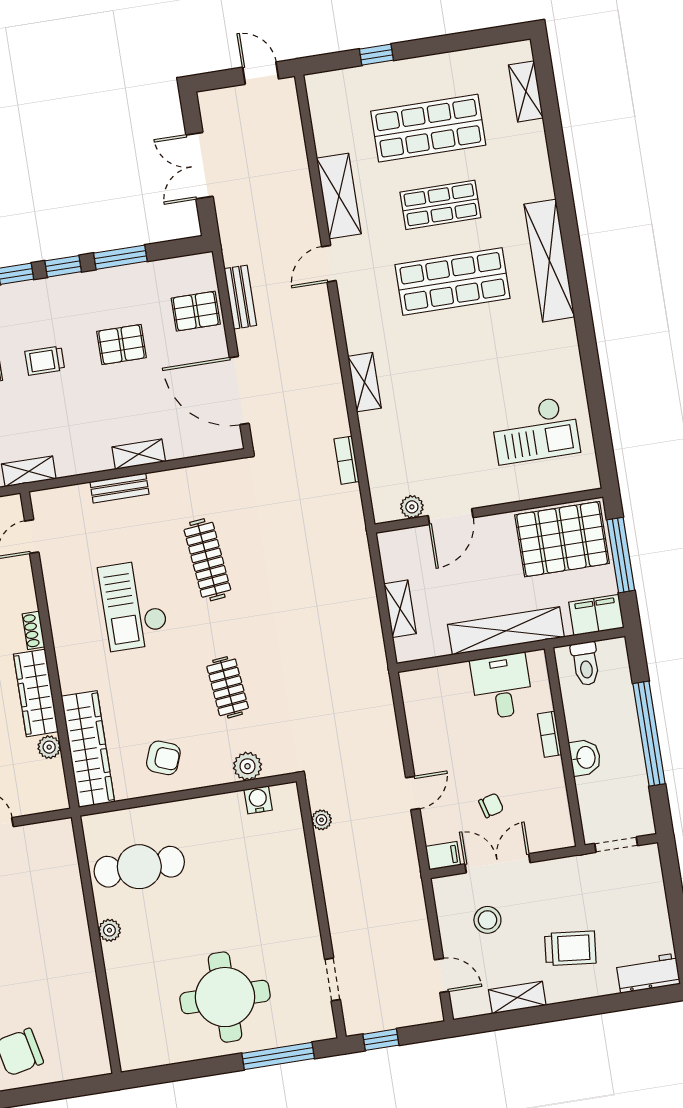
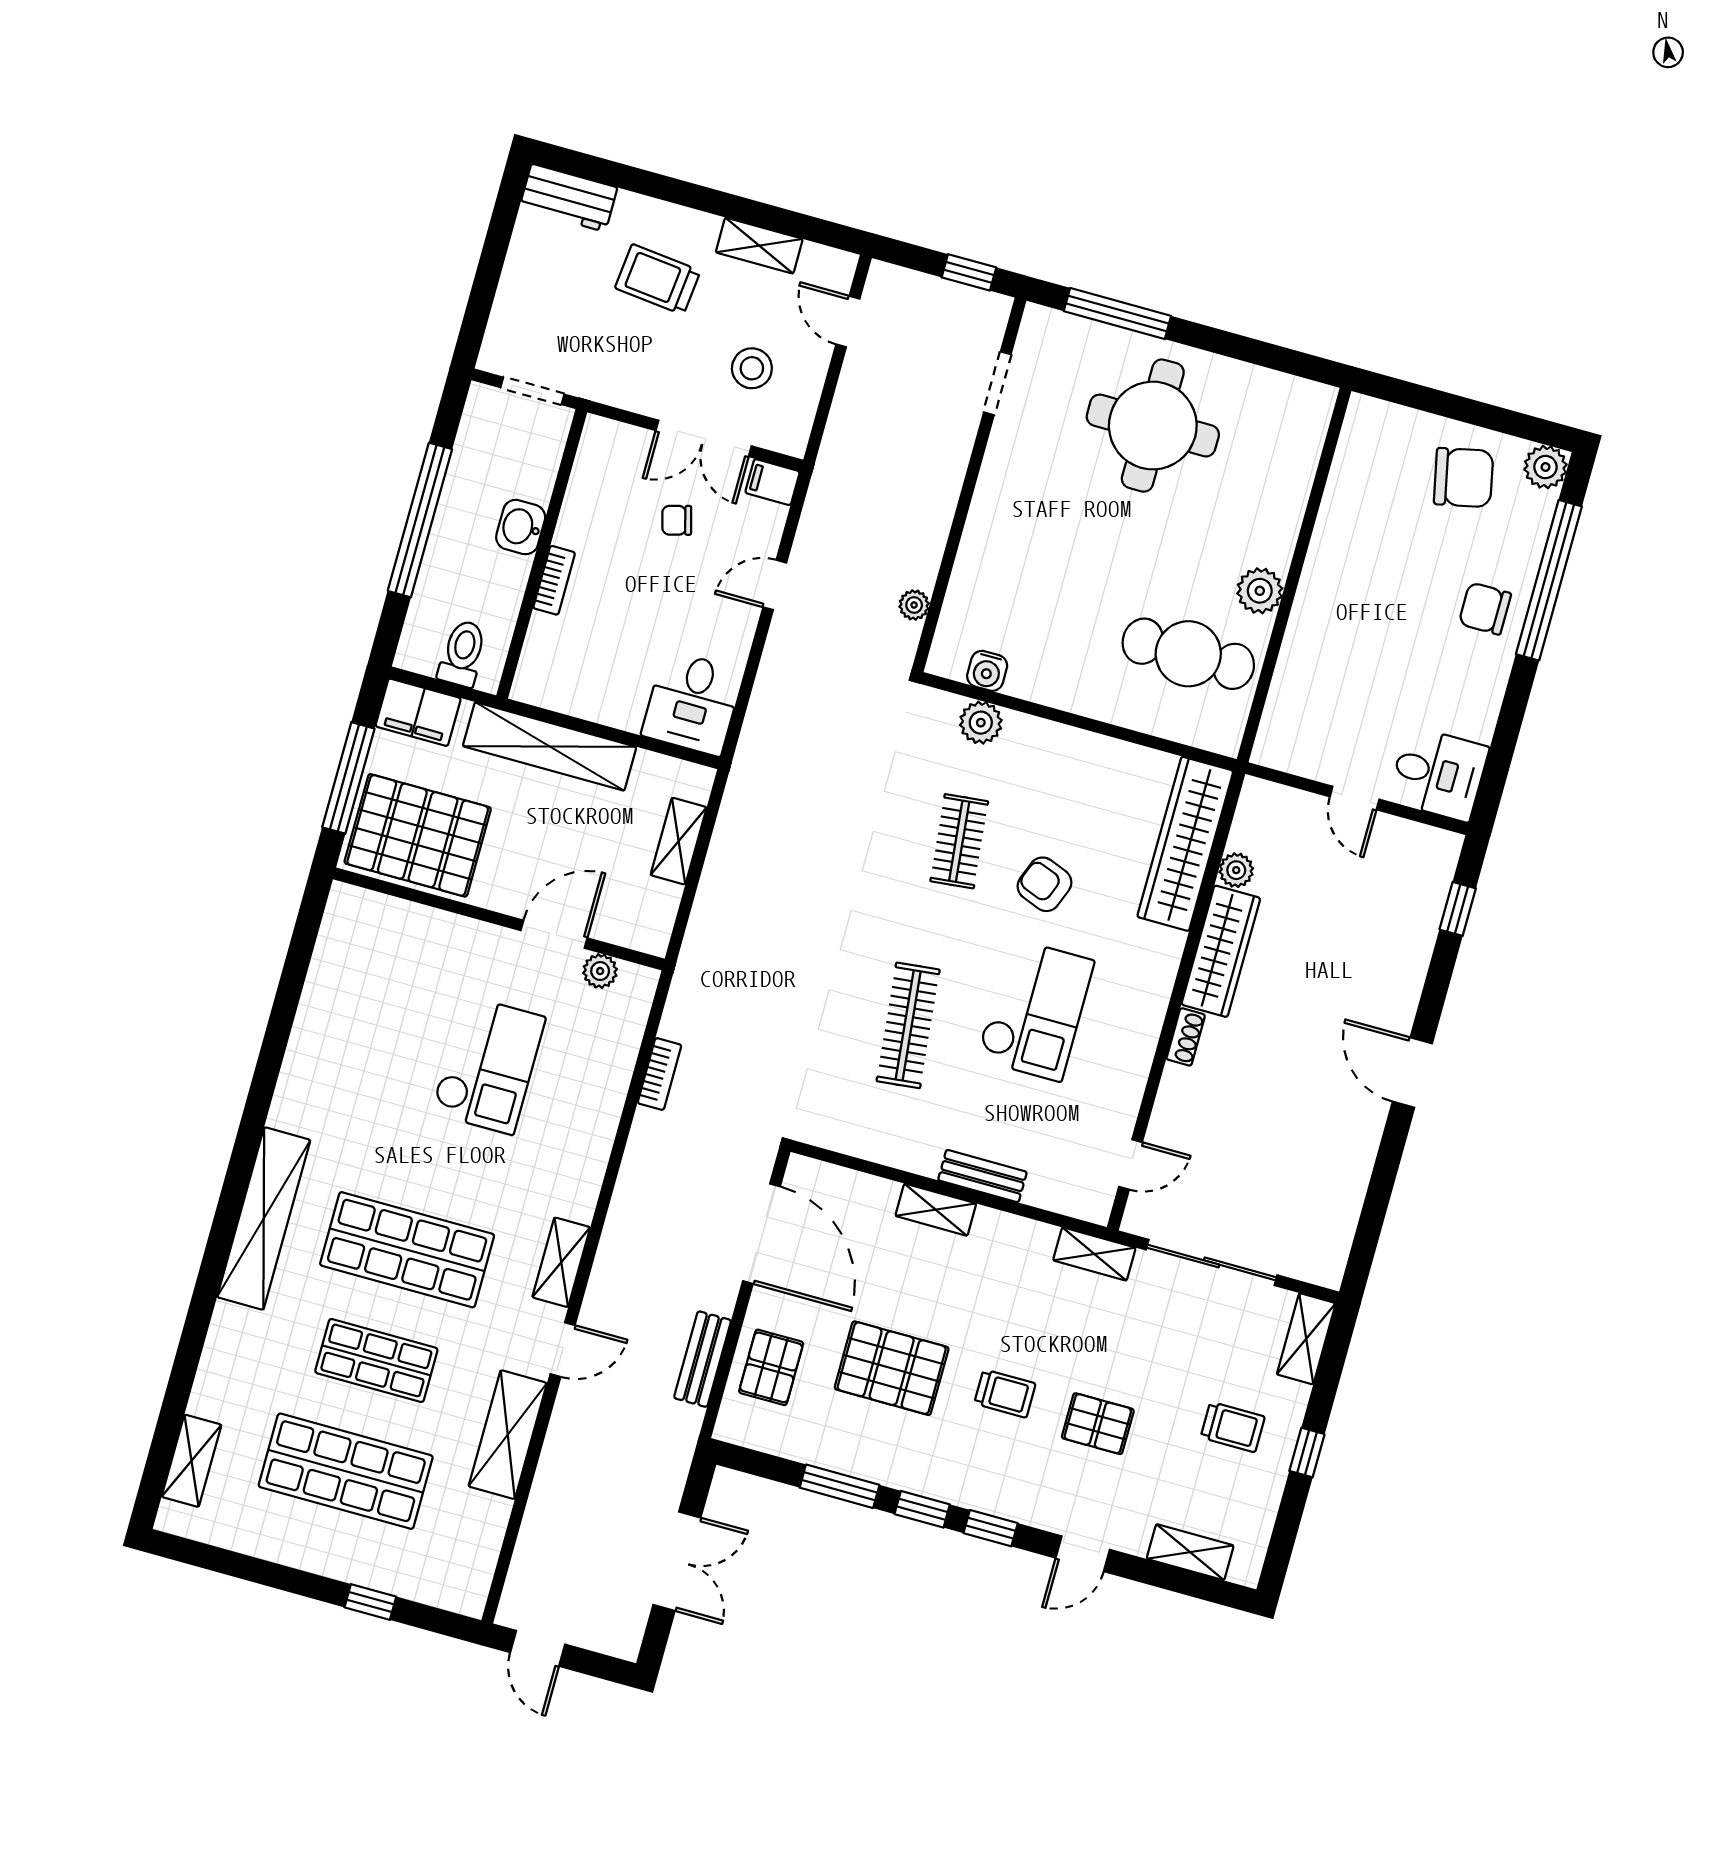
pallet: (196, 311) -> (771, 1367), turned 90
pallet: (121, 344) -> (892, 1368), width x1.50, depth x1.42
shelving: (365, 382) -> (561, 1262), moved
checkout: (535, 430) -> (488, 1065), moved, turned 90
desk: (502, 686) -> (692, 703), moved
armchair: (163, 758) -> (1044, 884), moved
plant: (109, 930) -> (1260, 591), width x1.38, depth x1.38

